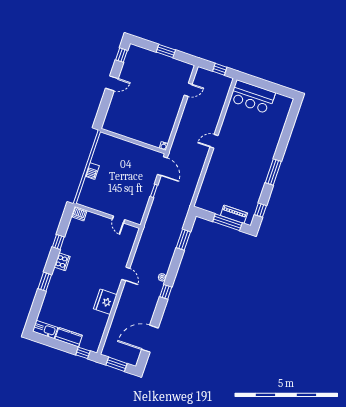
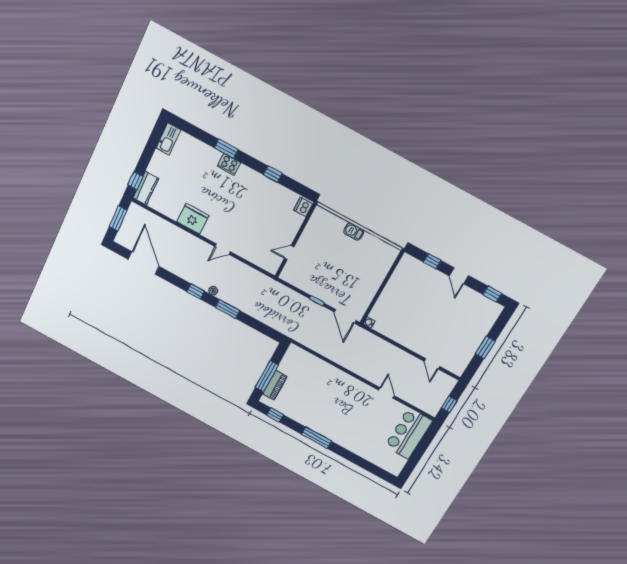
window: (104, 106) -> (432, 261), added
door: (214, 141) -> (386, 393), moved
door: (162, 166) -> (345, 316), hinge flipped
window: (183, 240) -> (228, 309), moved
cooker: (62, 262) -> (229, 164), moved
kitchen counter: (69, 337) -> (146, 188), moved

